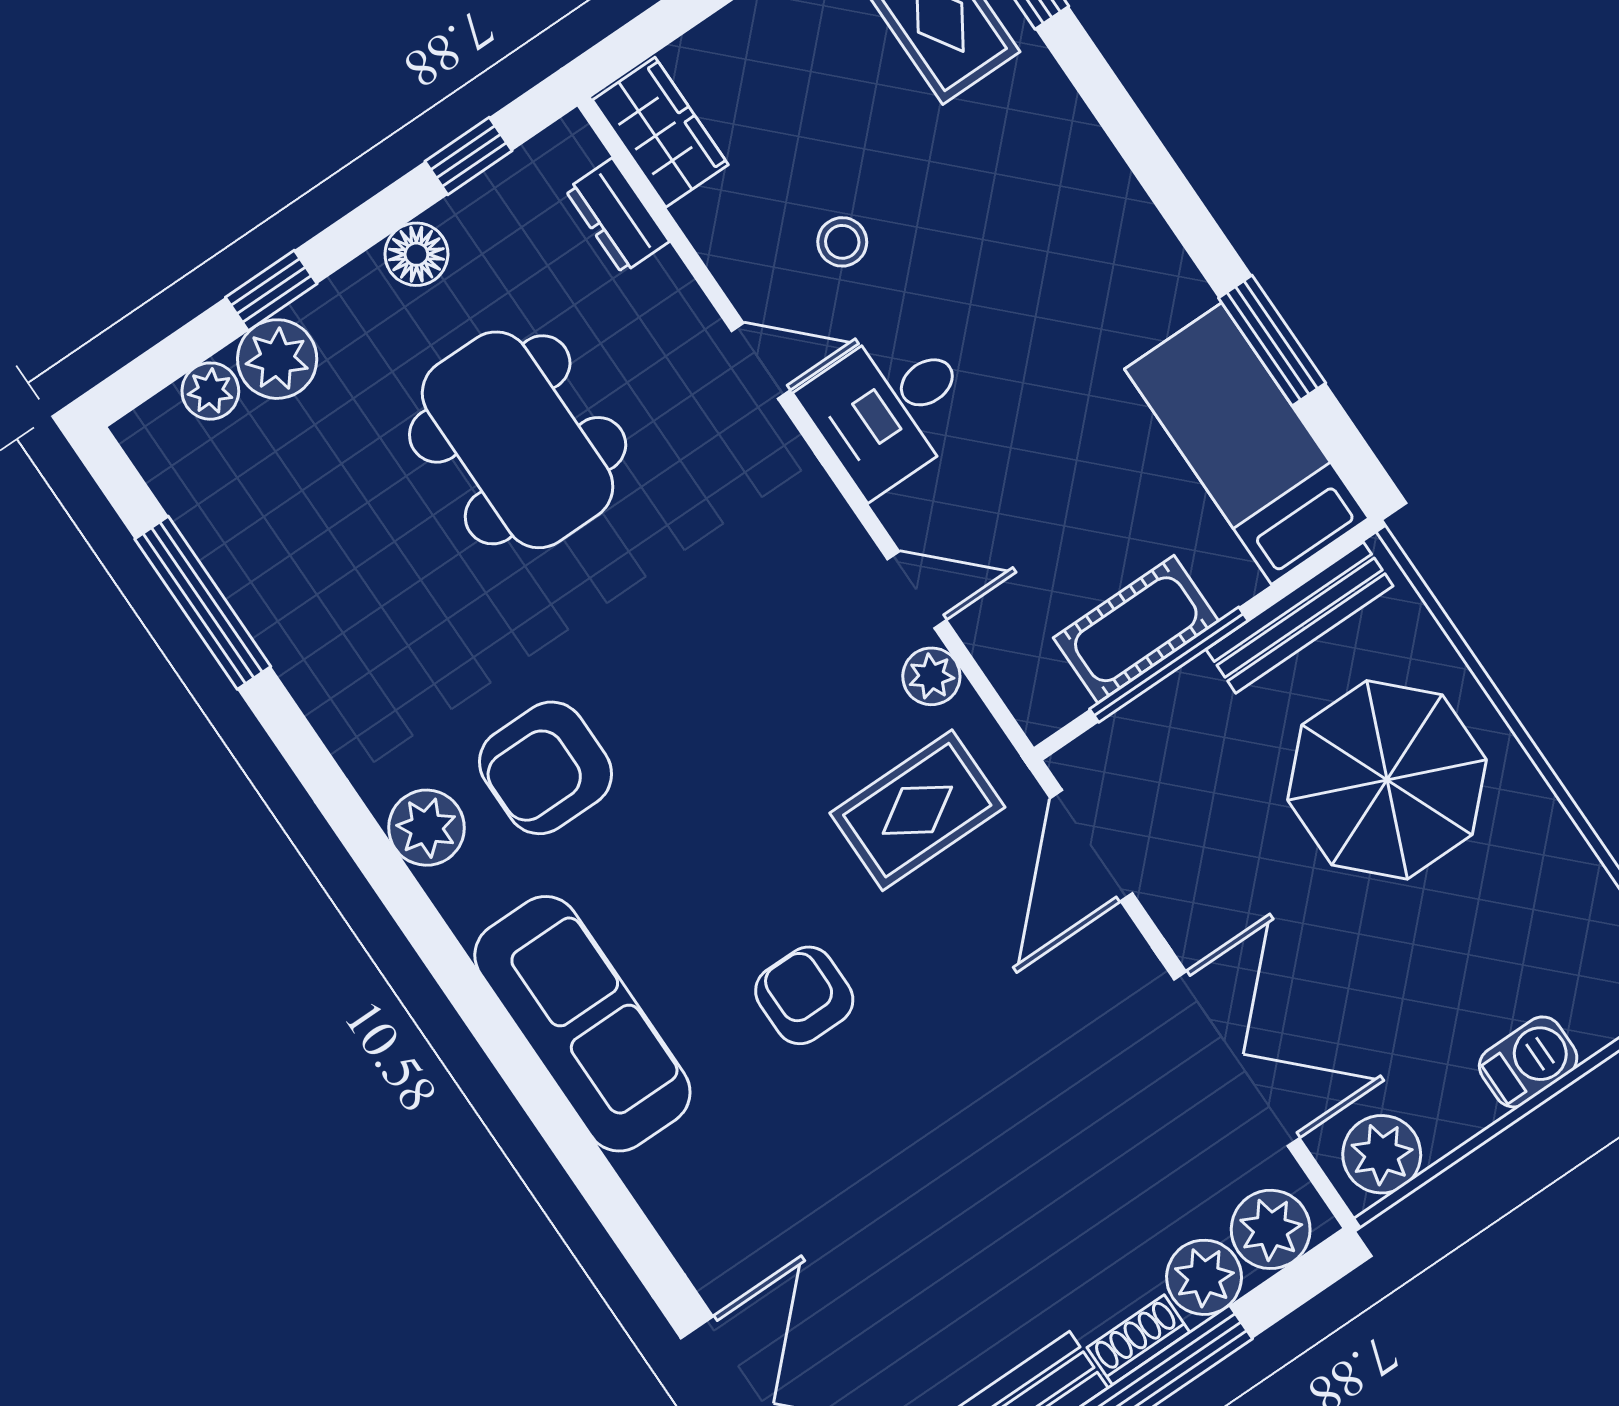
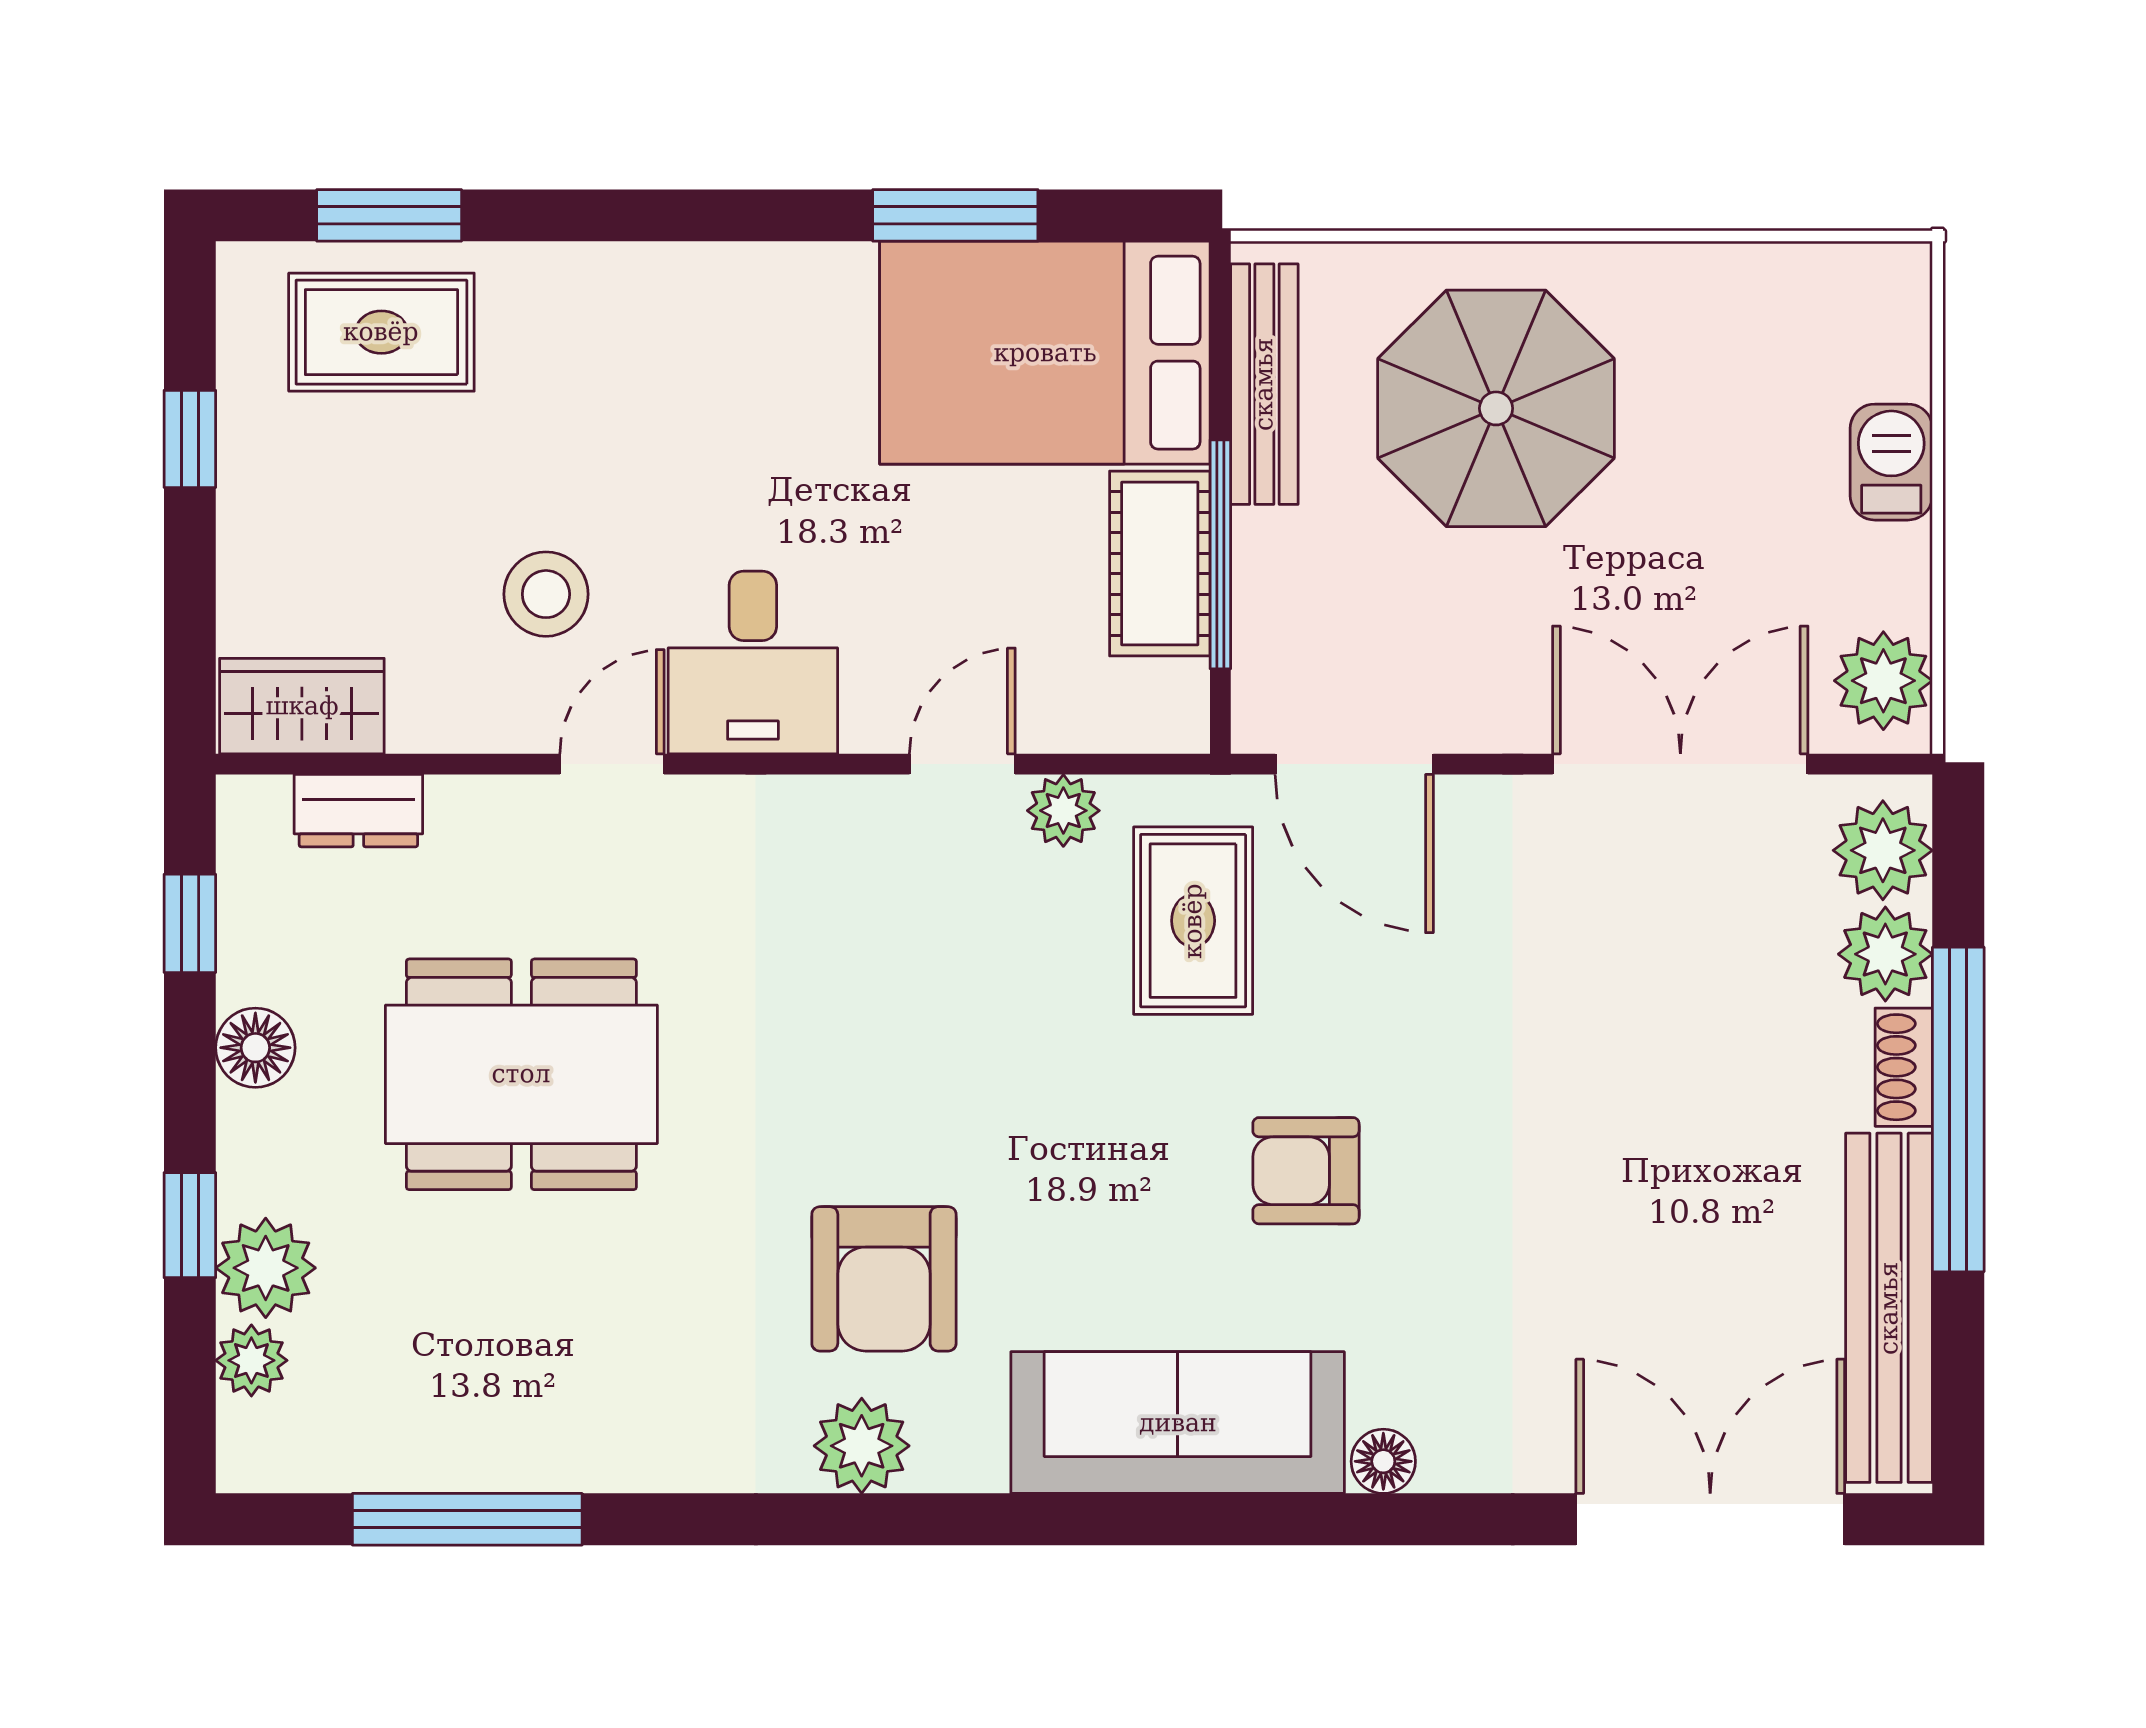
stool: (842, 242) -> (546, 594), width x1.37, depth x1.37
bed: (1247, 444) -> (1045, 353), width x1.50
floor lamp: (649, 1175) -> (1383, 1461), added

